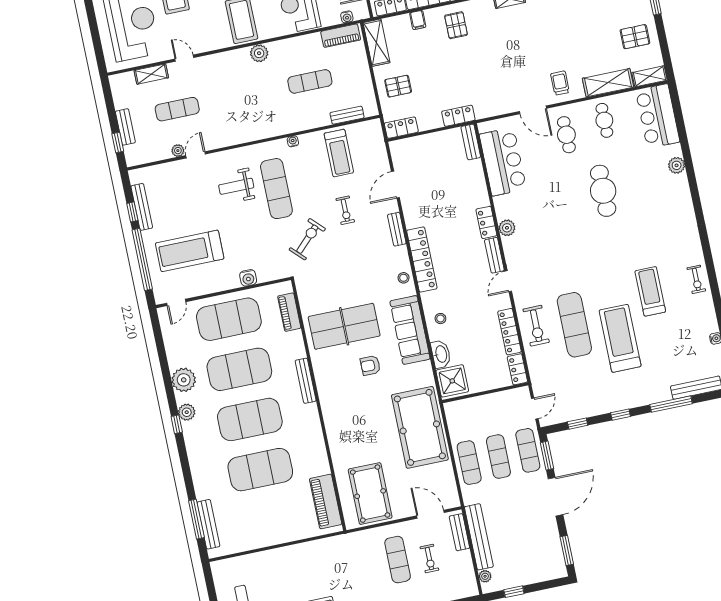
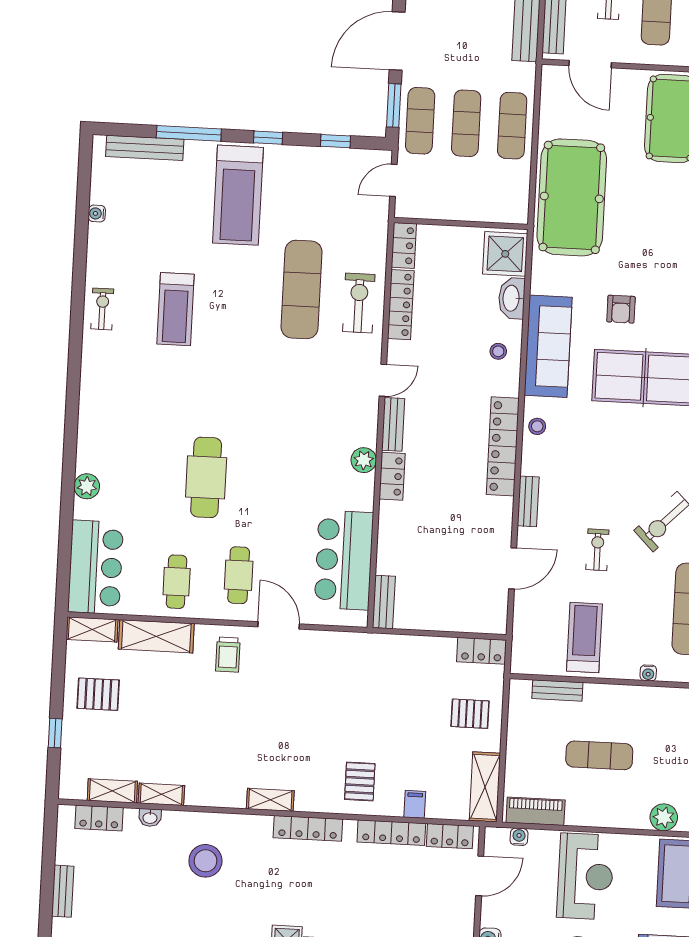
locker: (458, 116) -> (392, 646), removed
treadmill: (620, 338) -> (238, 195), moved
armchair: (370, 365) -> (621, 309), turned 90

